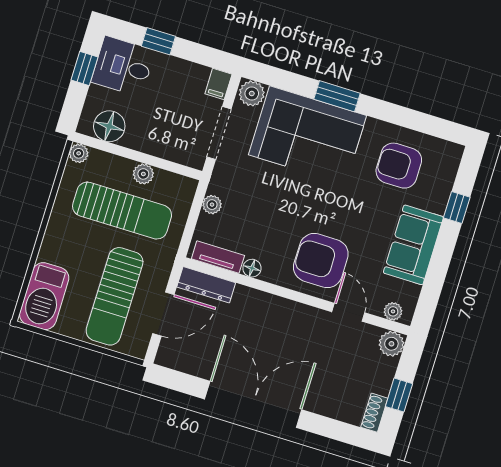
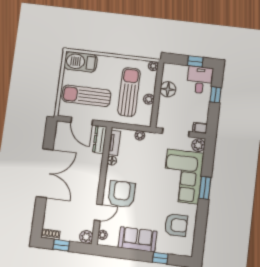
floor lamp: (109, 126) -> (168, 89), moved
armchair: (399, 166) -> (176, 225), turned 90
sun lounger: (122, 211) -> (129, 92), turned 180

